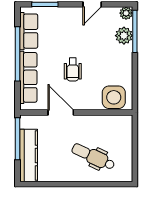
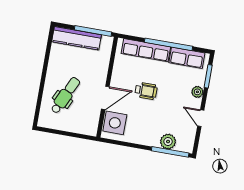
plant: (126, 13) -> (197, 92), moved
wheelchair: (73, 69) -> (146, 91), turned 180
door: (61, 113) -> (105, 98), moved

